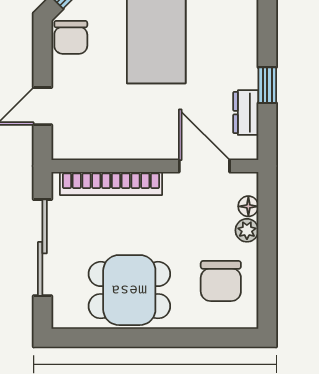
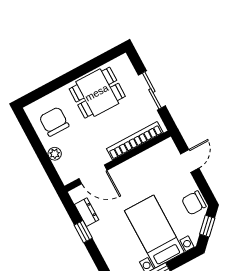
chair: (71, 37) -> (194, 203), turned -90
floor lamp: (248, 206) -> (60, 166), removed
sliding door: (42, 248) -> (152, 90), width x0.73

